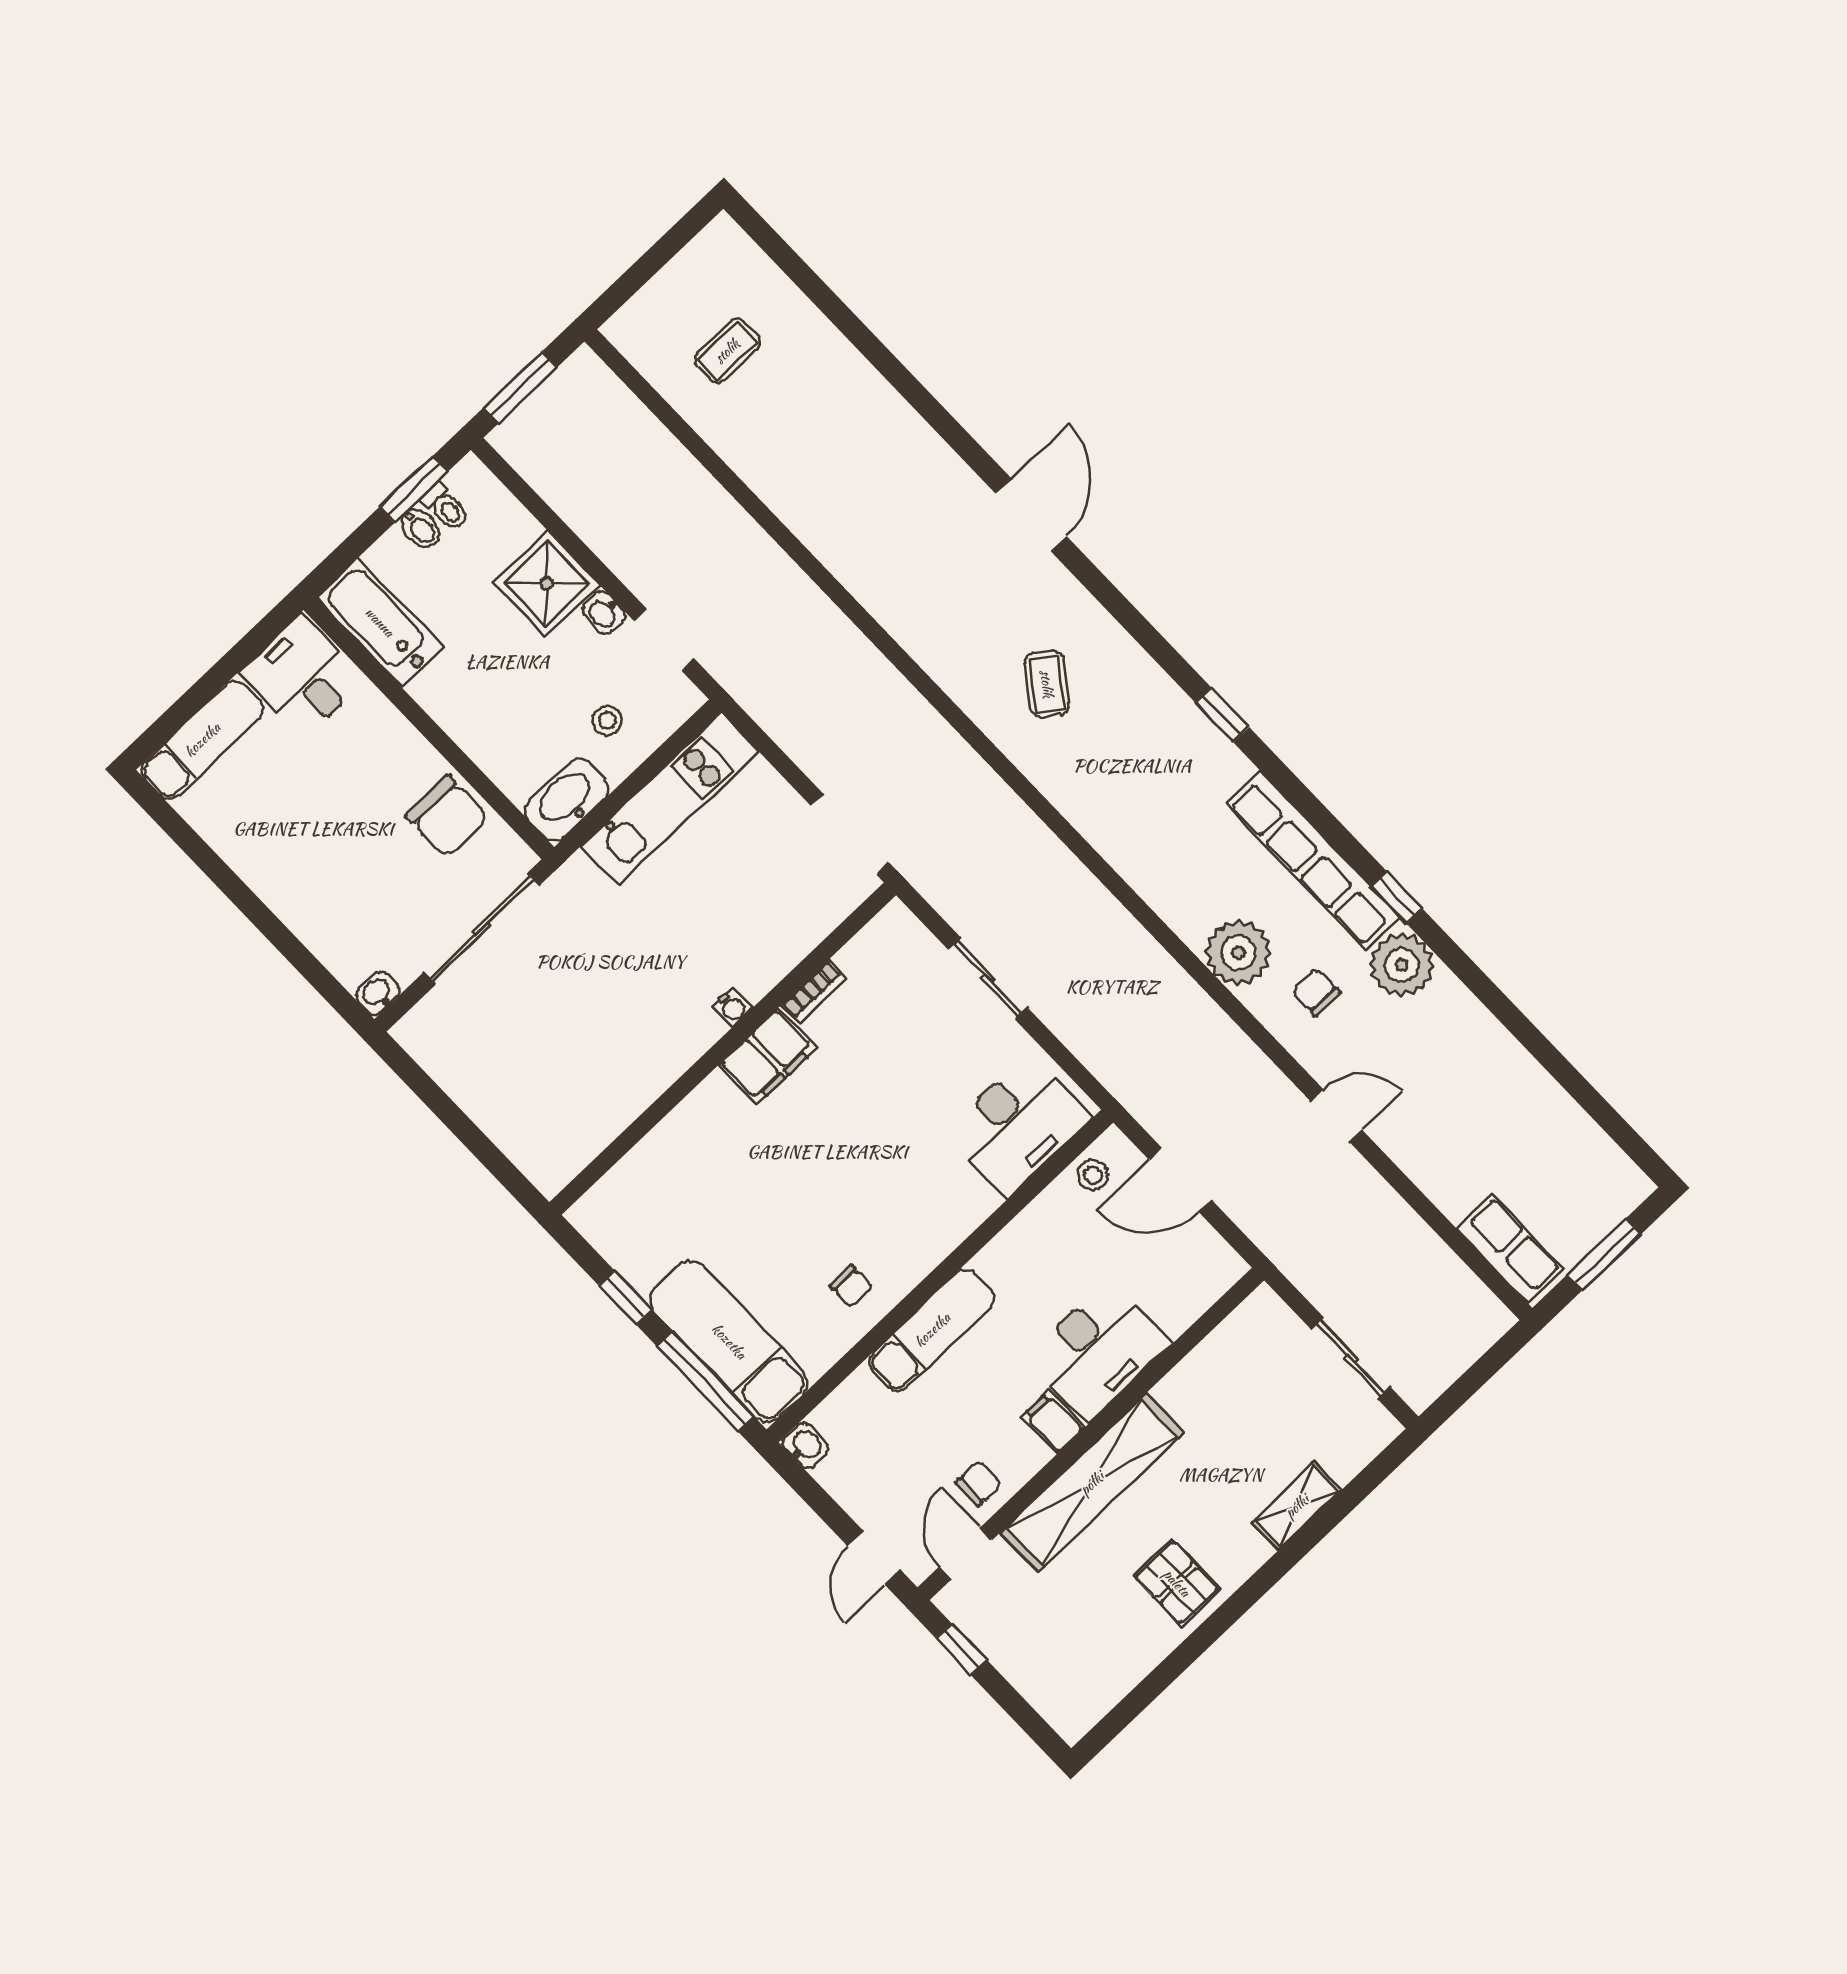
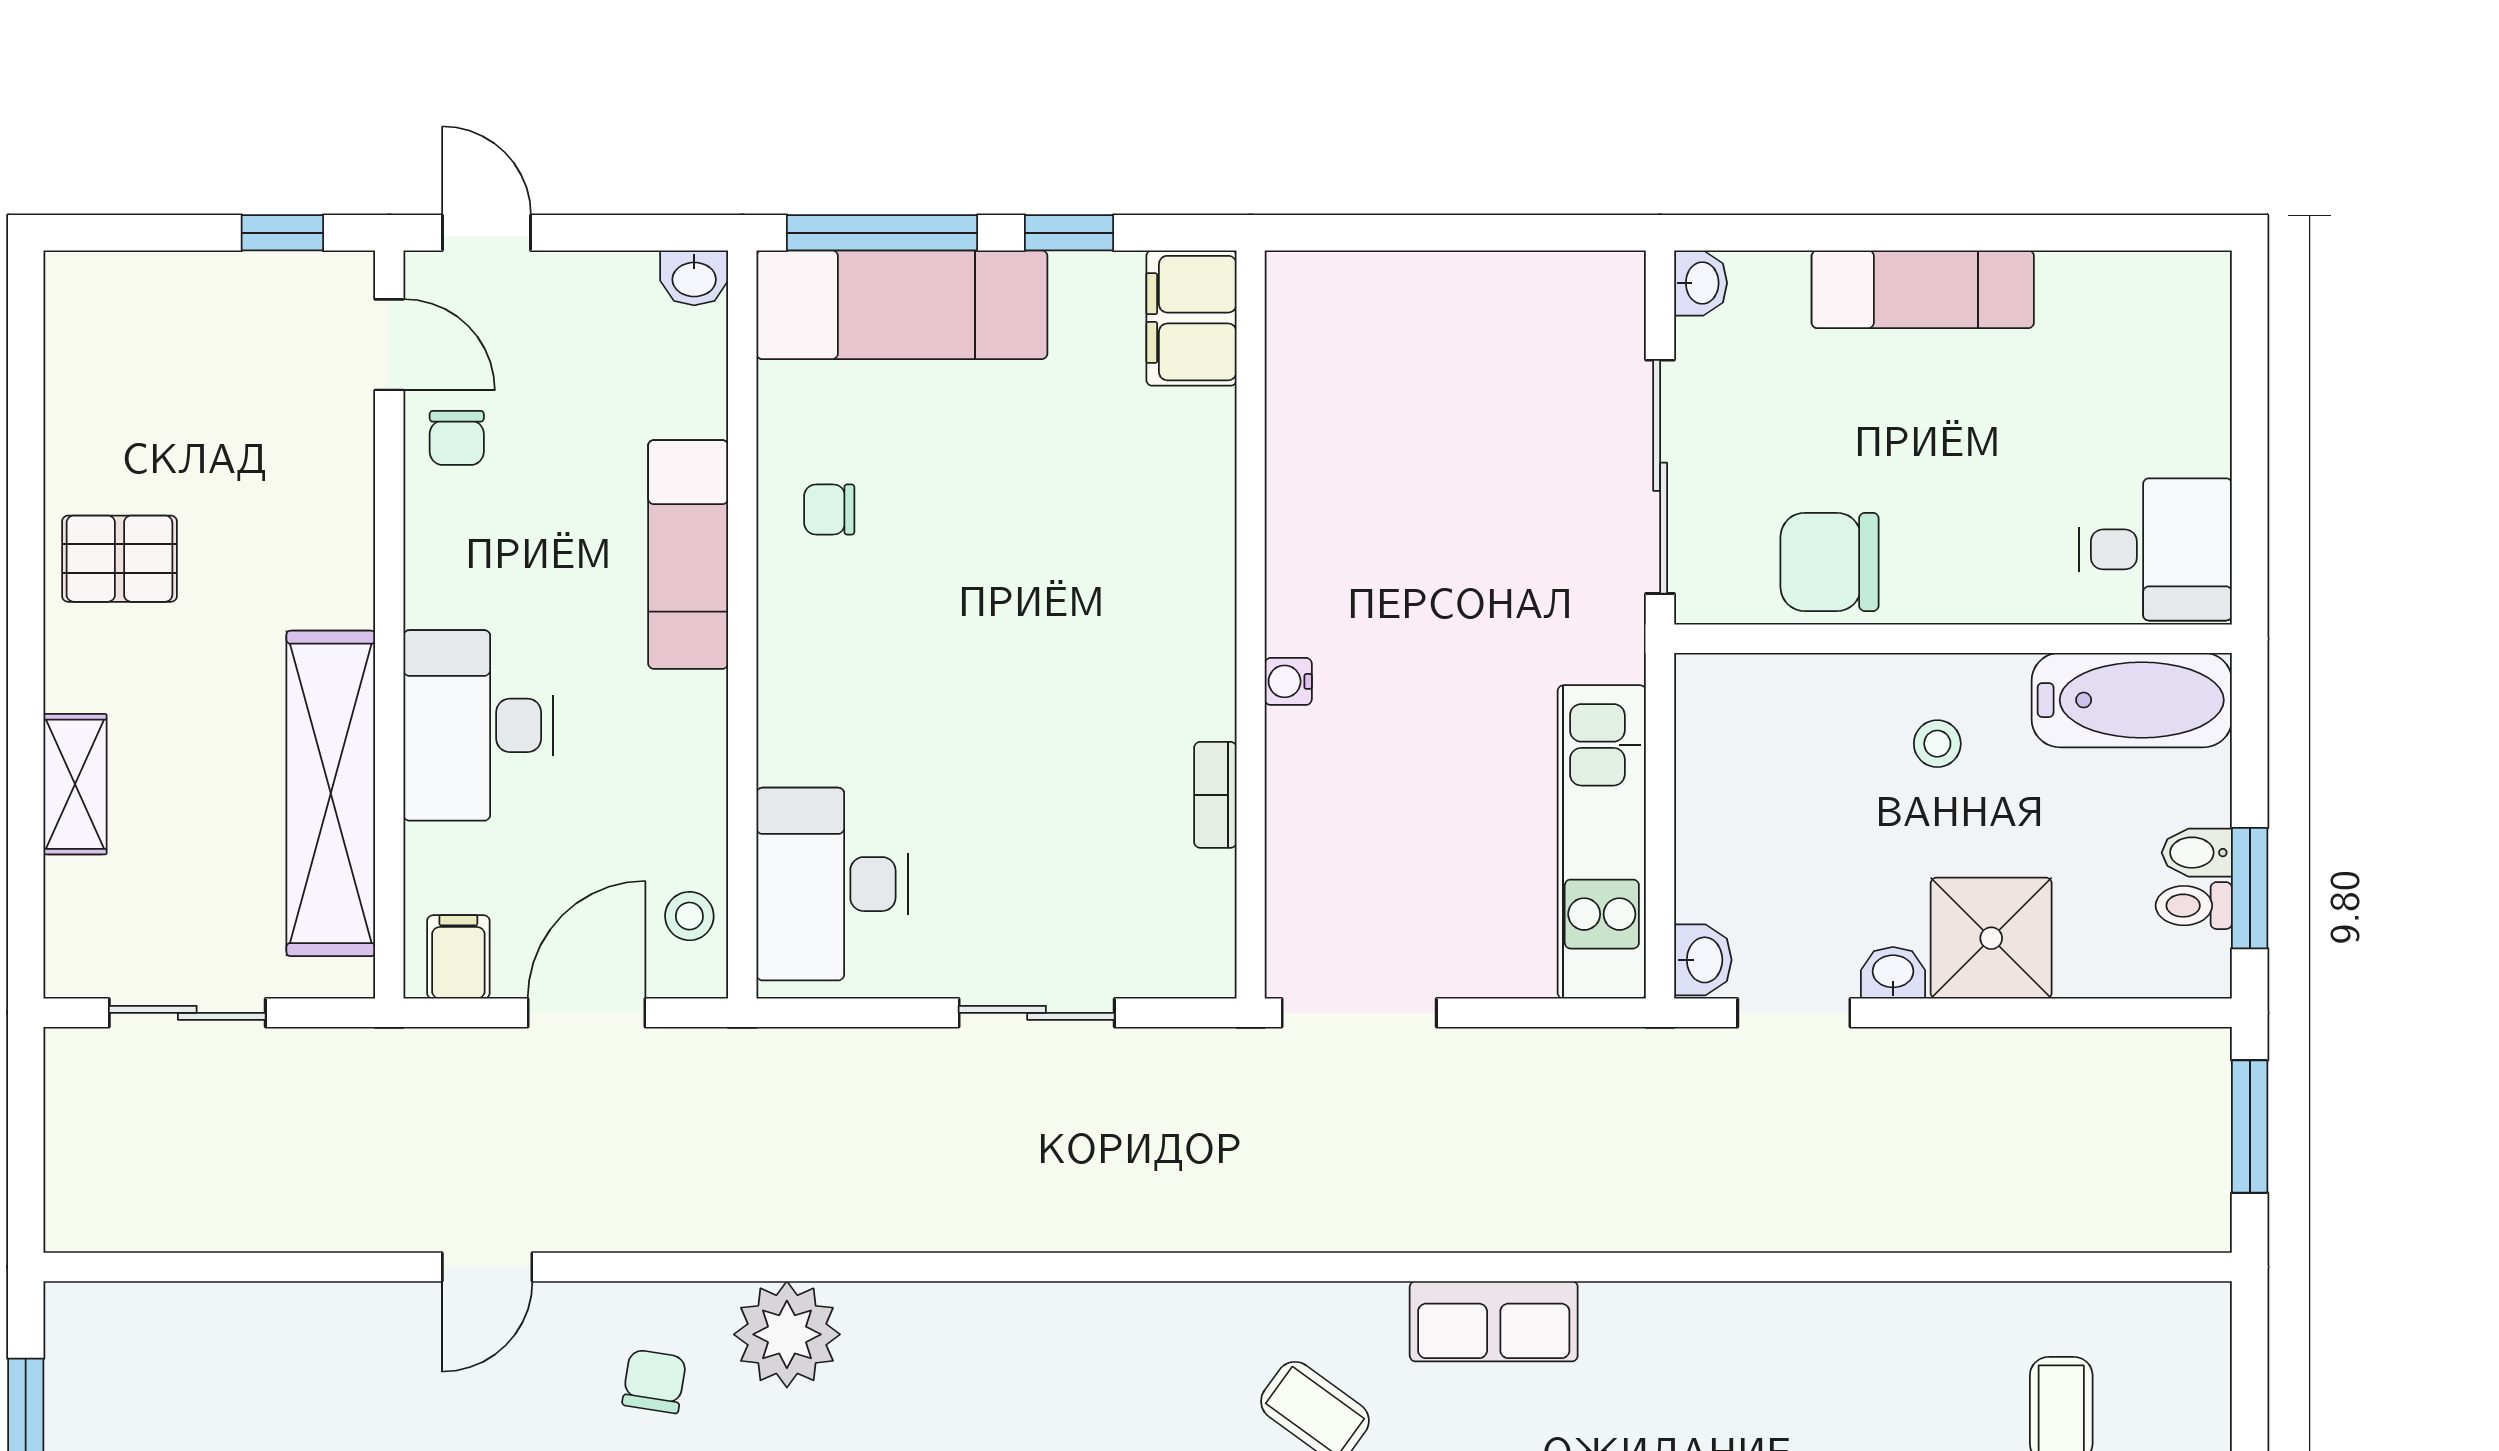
stool: (607, 720) -> (1937, 744), moved
exam couch: (202, 740) -> (1923, 289), moved, turned -90
washbasin: (567, 800) -> (1703, 960), moved, width x0.52, depth x0.69
chair: (1316, 992) -> (654, 1381), turned -81
filing cabinet: (768, 1056) -> (1191, 318), moved
row of seats: (1510, 1249) -> (1494, 1321), moved
filing cabinet: (1053, 1422) -> (458, 957), moved, turned -90
shelving: (1092, 1483) -> (331, 793), moved

